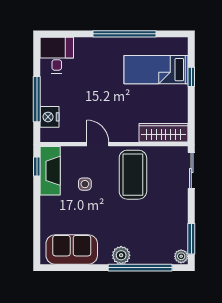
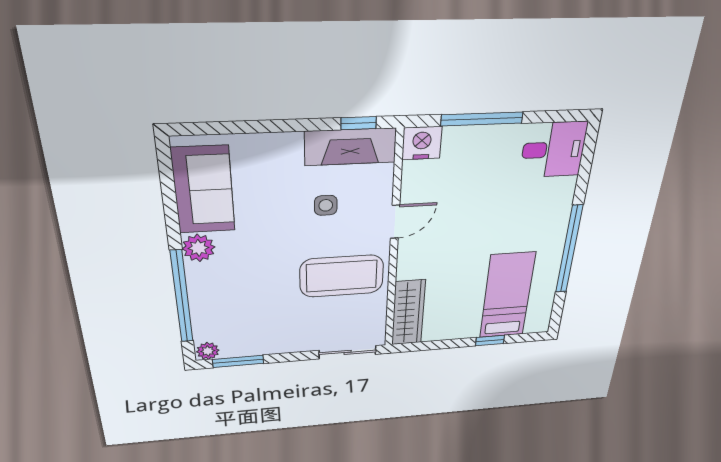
nightstand: (50, 117) -> (422, 143), moved
plant: (121, 255) -> (199, 248), moved

